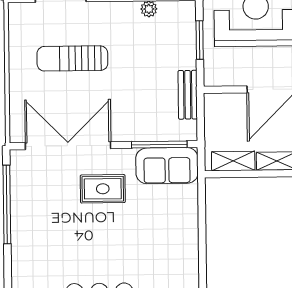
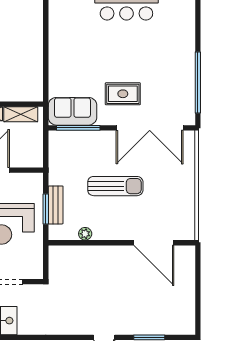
sun lounger: (72, 58) -> (115, 186), moved
bench: (188, 95) -> (56, 205), moved

